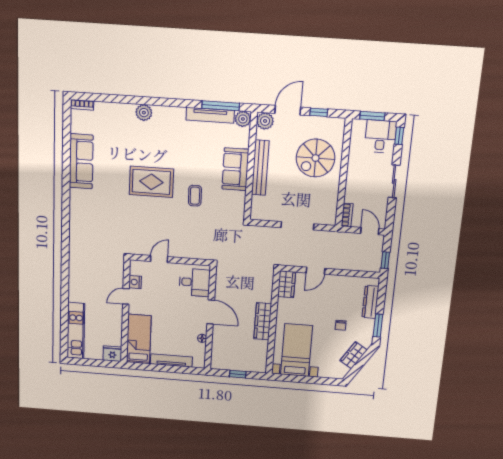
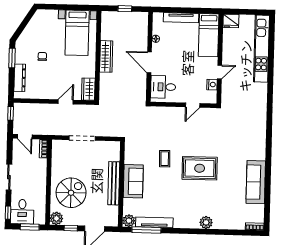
plant: (265, 121) -> (56, 218), moved
kitchen unit: (76, 331) -> (261, 49), width x1.36
wardrobe: (354, 355) -> (30, 31), removed

